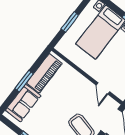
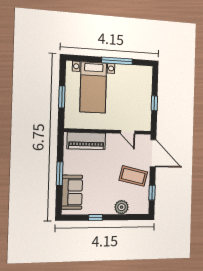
piano: (44, 73) -> (86, 141), moved, turned 90

